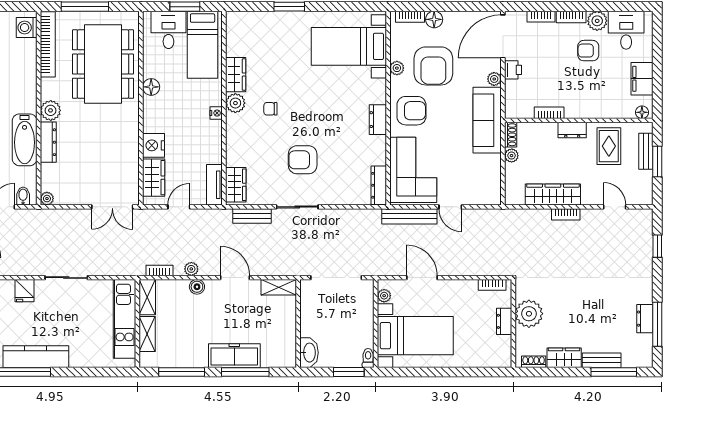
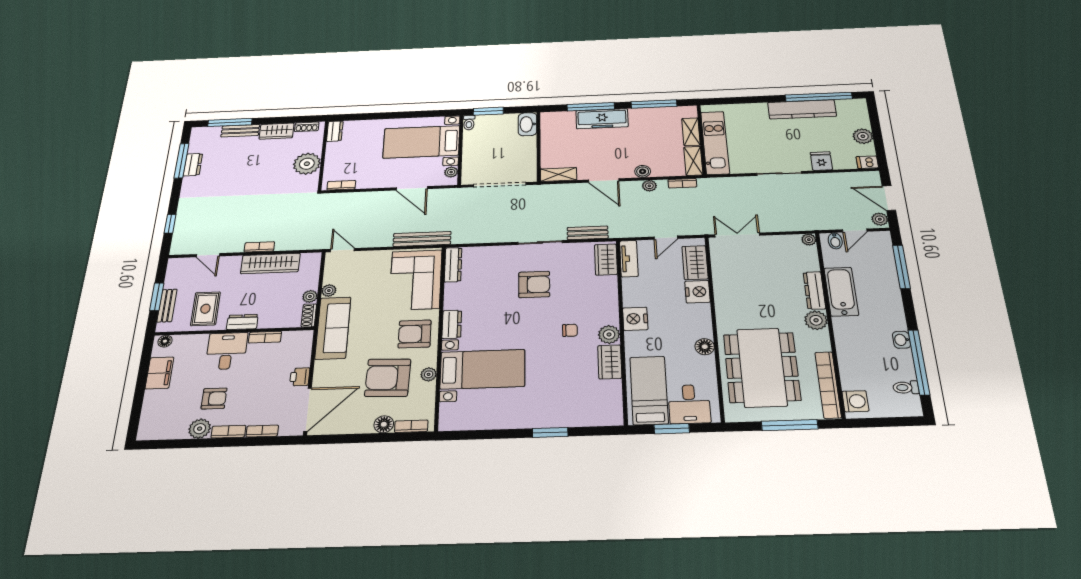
desk: (626, 30) -> (226, 351), moved, turned 180
bed with nightstands: (349, 46) -> (483, 369), moved
armchair: (433, 66) -> (388, 378), turned -88
plant: (494, 79) -> (329, 291), moved
nightstand: (216, 113) -> (635, 319), width x1.89, depth x1.79
door: (450, 207) -> (342, 250), moved
dresser: (504, 321) -> (335, 131), moved

